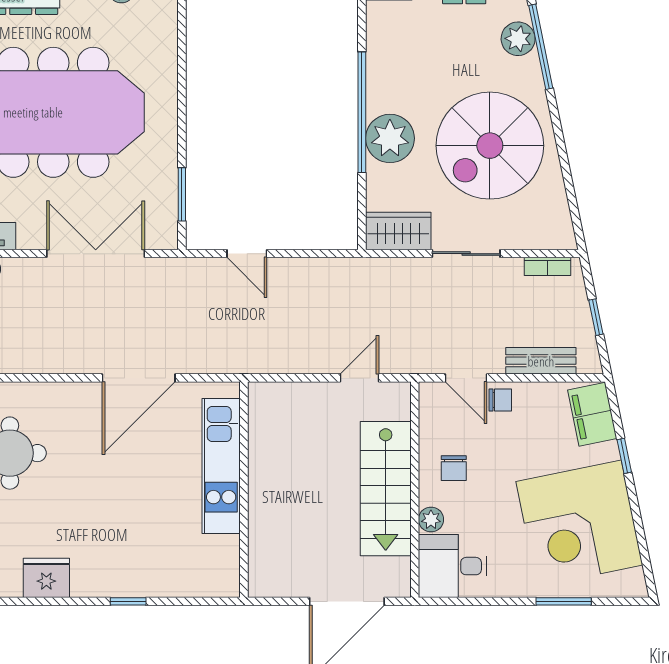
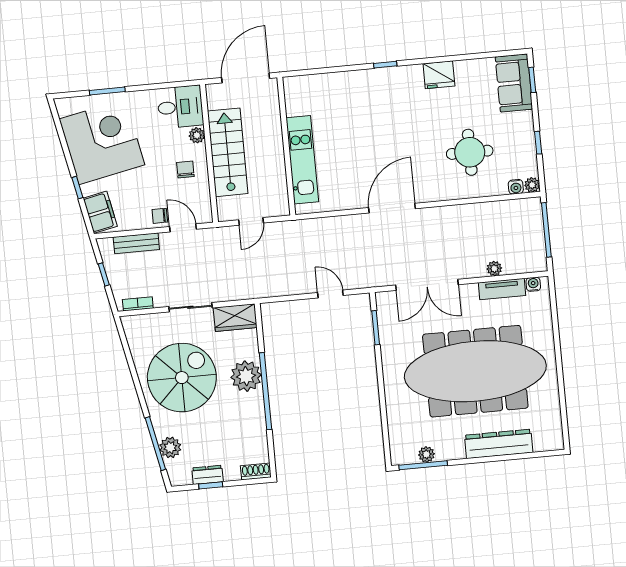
kitchen unit: (221, 466) -> (302, 160), moved
wall: (244, 490) -> (286, 146), moved

